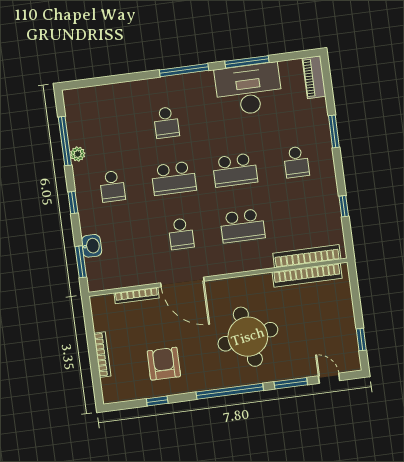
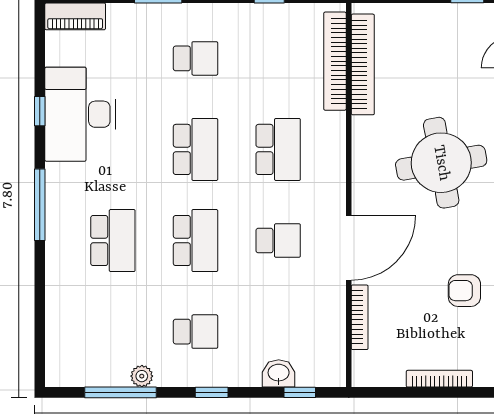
window: (247, 62) -> (40, 111), width x0.46
school desk: (166, 123) -> (113, 241), width x1.85
window: (81, 262) -> (300, 392), width x0.67
armchair: (164, 364) -> (464, 291), width x0.72, depth x0.72

